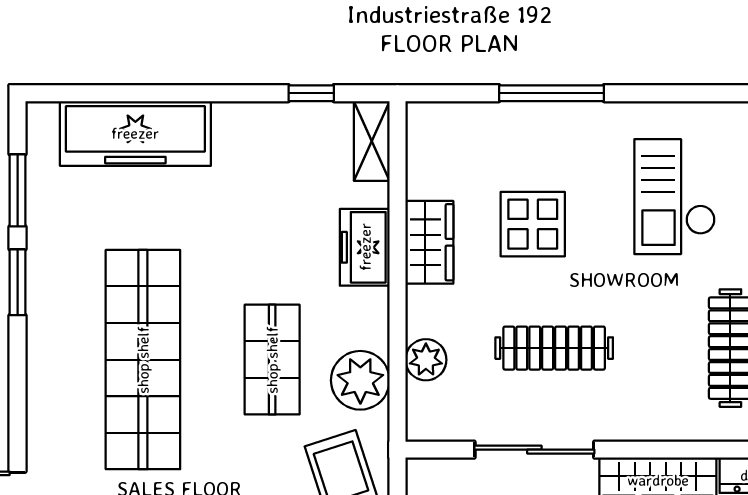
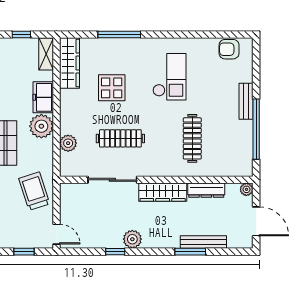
checkout: (675, 197) -> (169, 77), turned 180
wardrobe: (429, 242) -> (70, 63), moved, width x1.50
plant: (360, 380) -> (41, 126), moved

